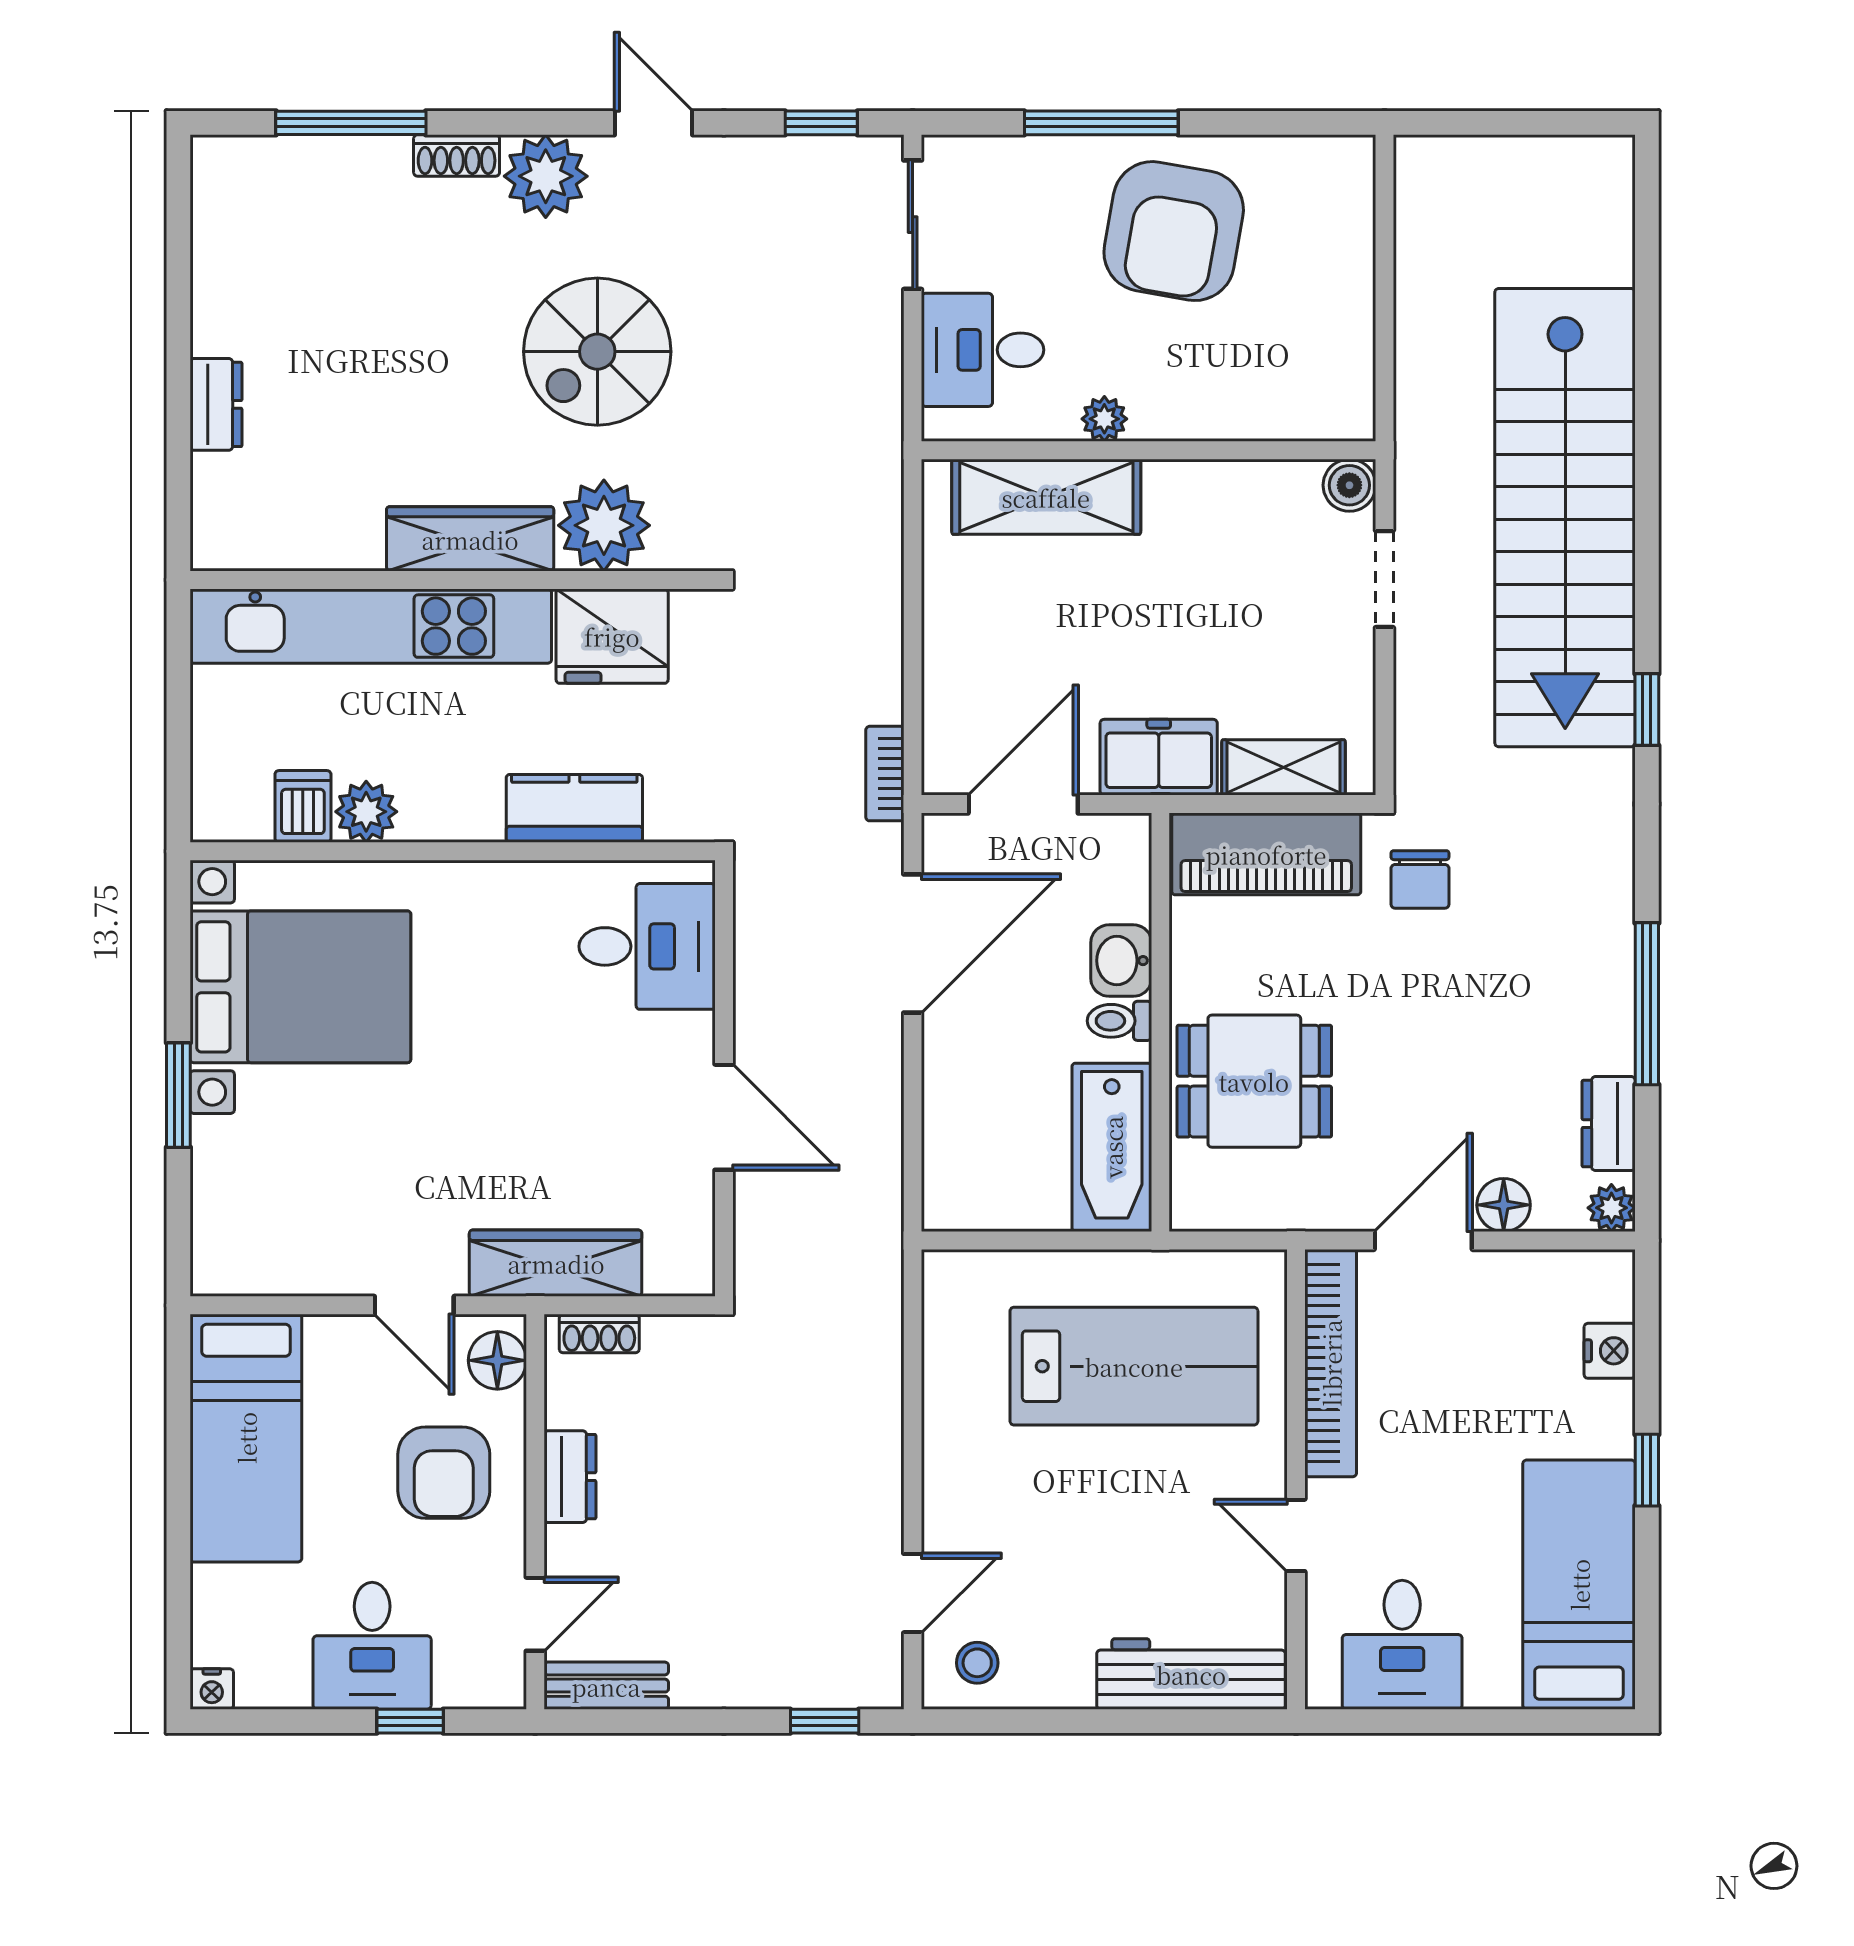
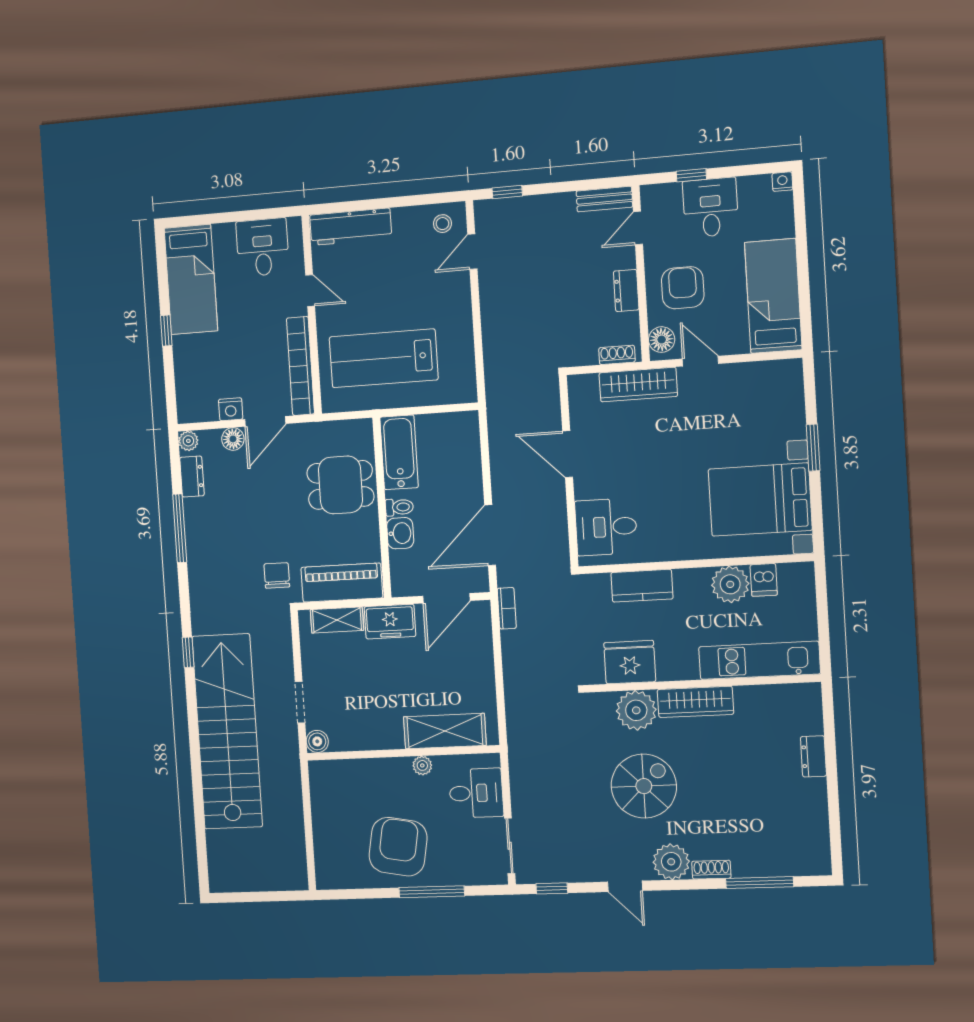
kitchen unit: (371, 626) -> (759, 660), width x0.73
plant: (366, 812) -> (730, 584), width x1.36, depth x1.36
nightstand: (1610, 1351) -> (231, 409), moved, turned -90

